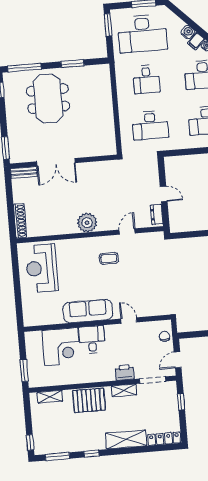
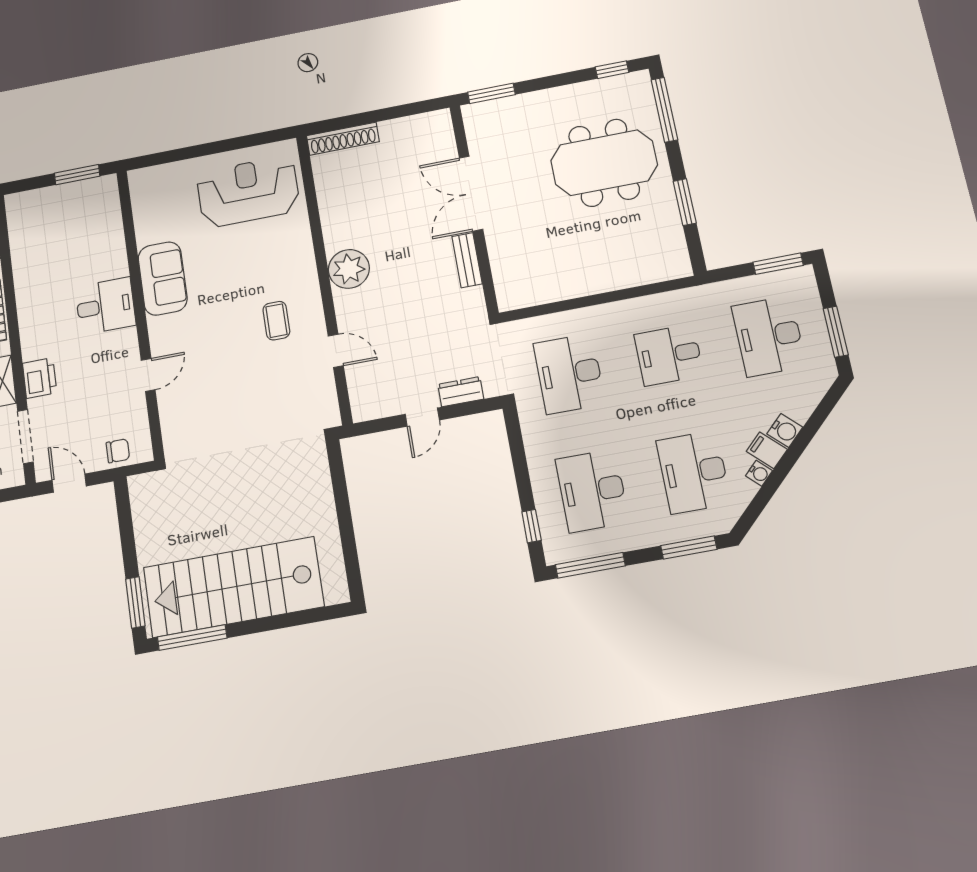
desk: (143, 33) -> (769, 336), width x0.73, depth x0.77
bench: (24, 172) -> (467, 260), moved
dresser: (157, 214) -> (461, 392), moved
sofa: (88, 311) -> (163, 278), width x0.73
corner desk: (61, 347) -> (89, 247), removed
window: (24, 370) -> (77, 175), moved

